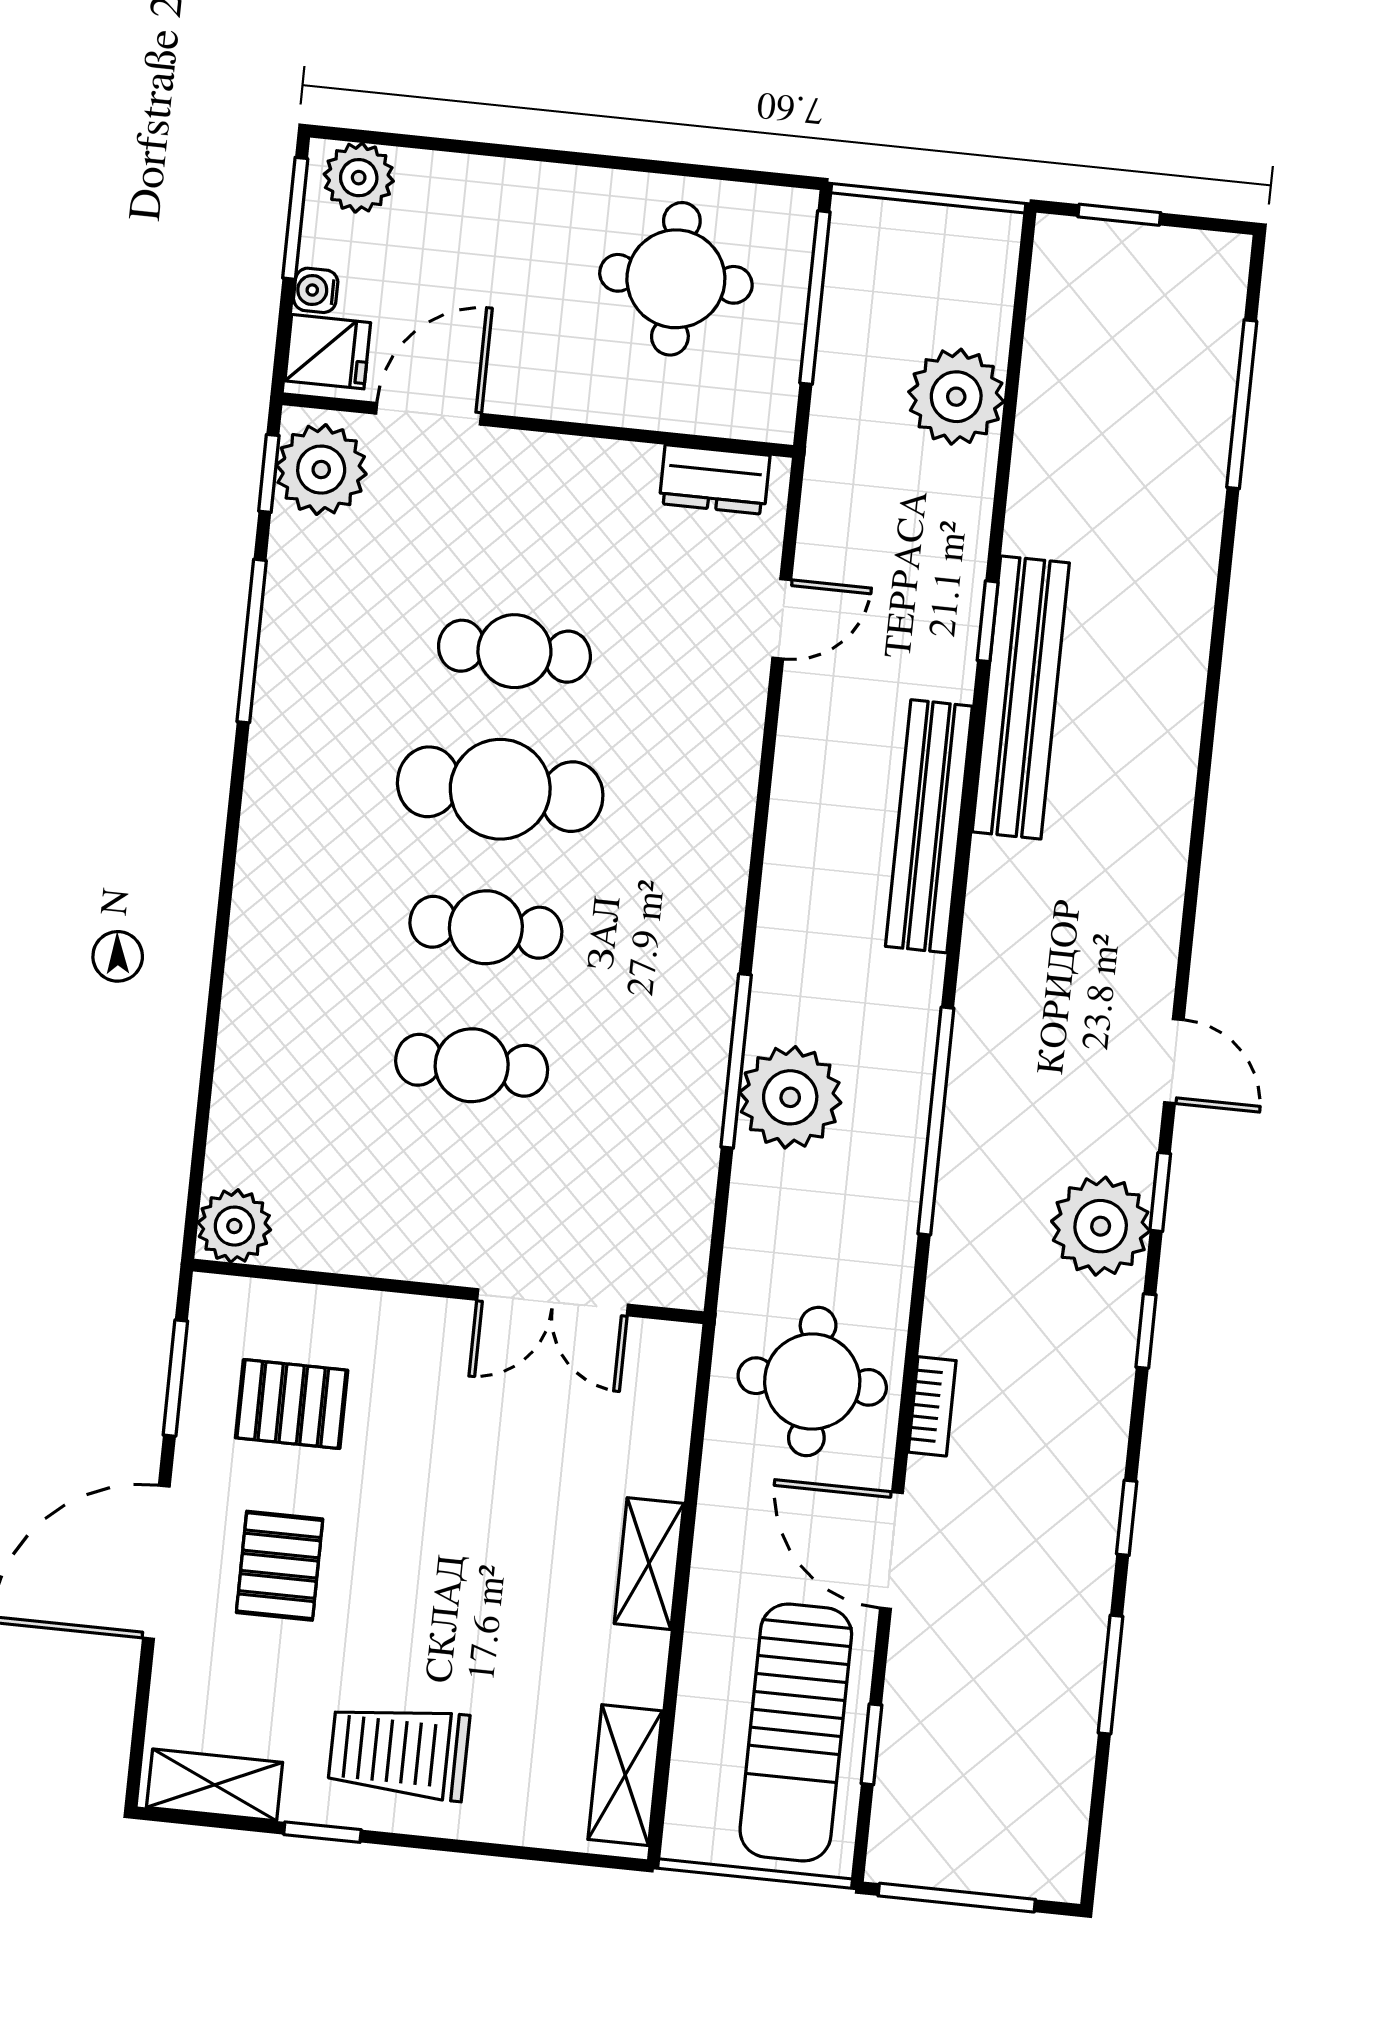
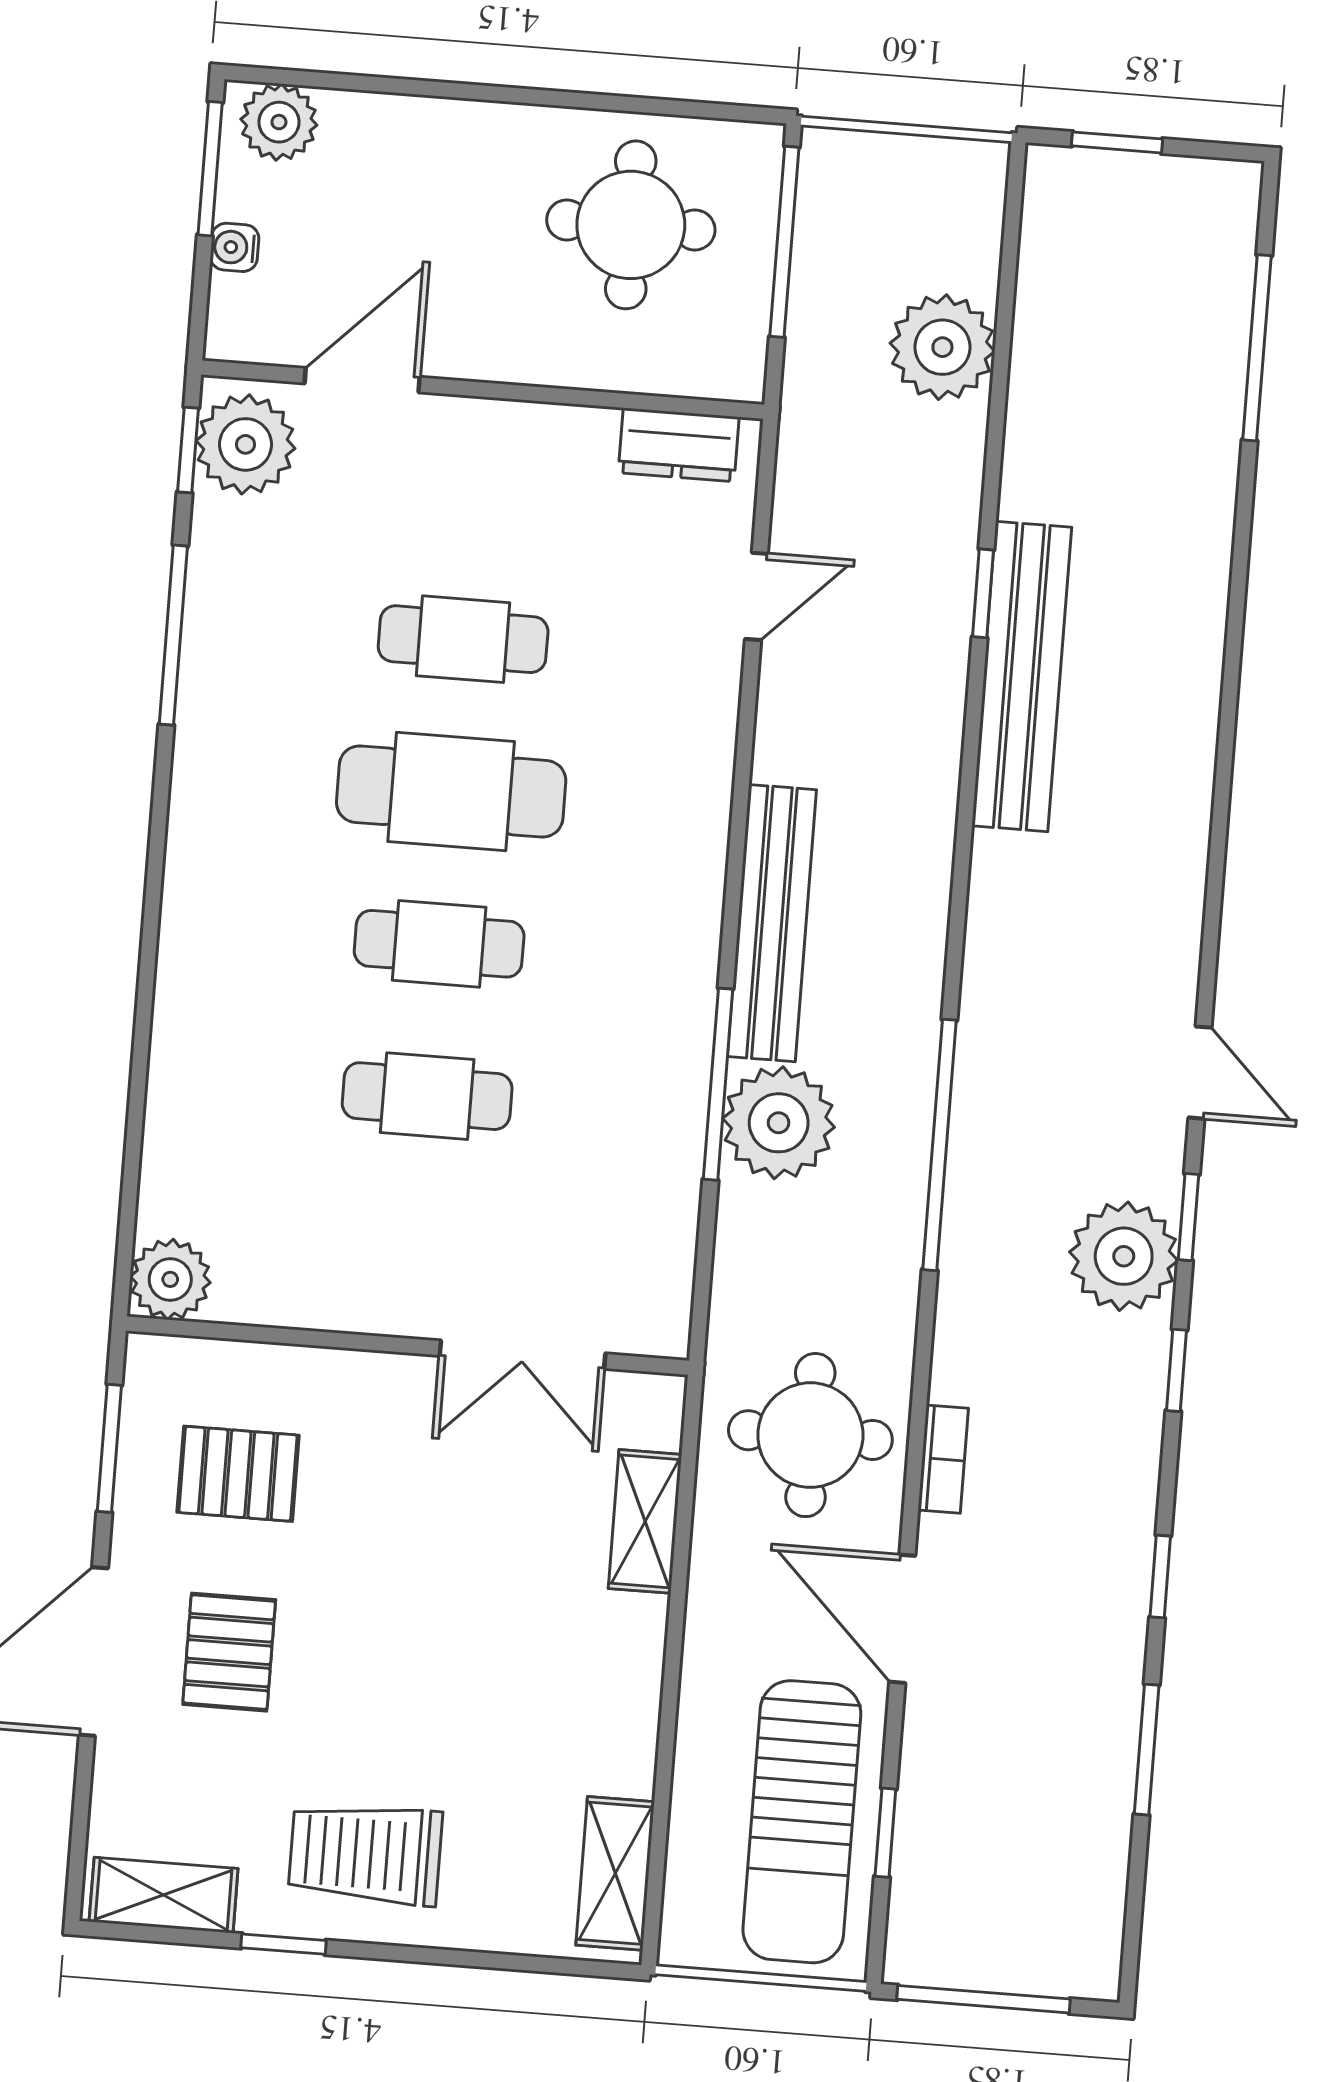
fridge: (328, 352) -> (250, 315), removed
bench: (929, 826) -> (772, 923), moved
shelving: (649, 1564) -> (645, 1521), moved

